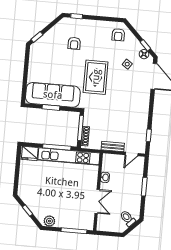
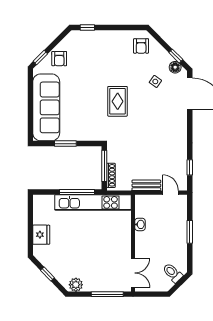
armchair: (74, 43) -> (59, 59), moved
rug: (96, 77) -> (118, 101), width x0.73, depth x0.70
sofa: (53, 95) -> (46, 107), moved, turned 90
fridge: (30, 153) -> (41, 235), moved, turned -90
door: (132, 154) -> (170, 193), swing flipped
double door: (97, 201) -> (133, 273), moved

